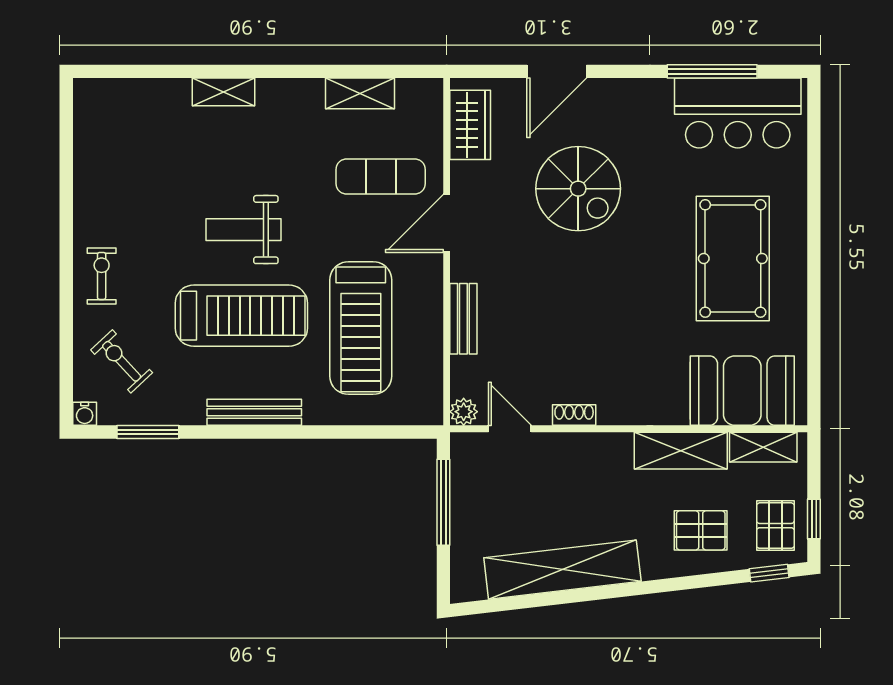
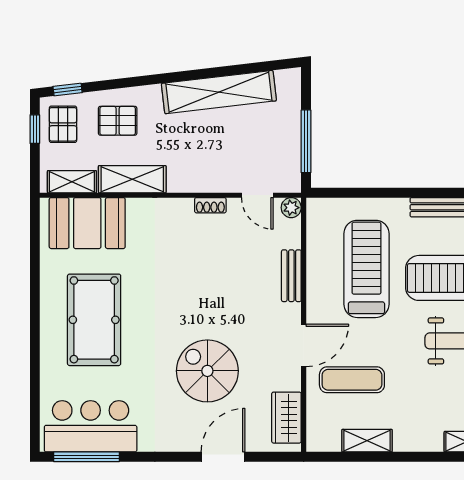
window: (712, 71) -> (87, 457), moved

